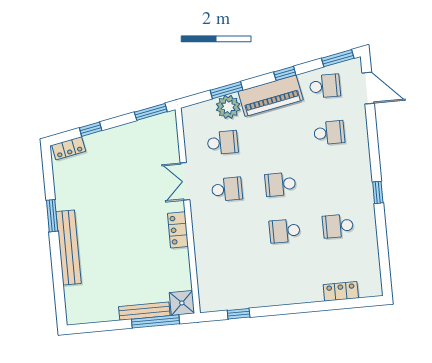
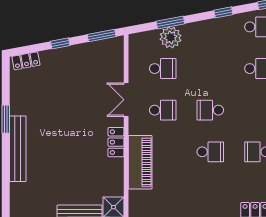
piano: (271, 96) -> (140, 162), moved, turned -79
window: (91, 129) -> (60, 43), moved
school desk: (285, 231) -> (210, 152), turned 180

